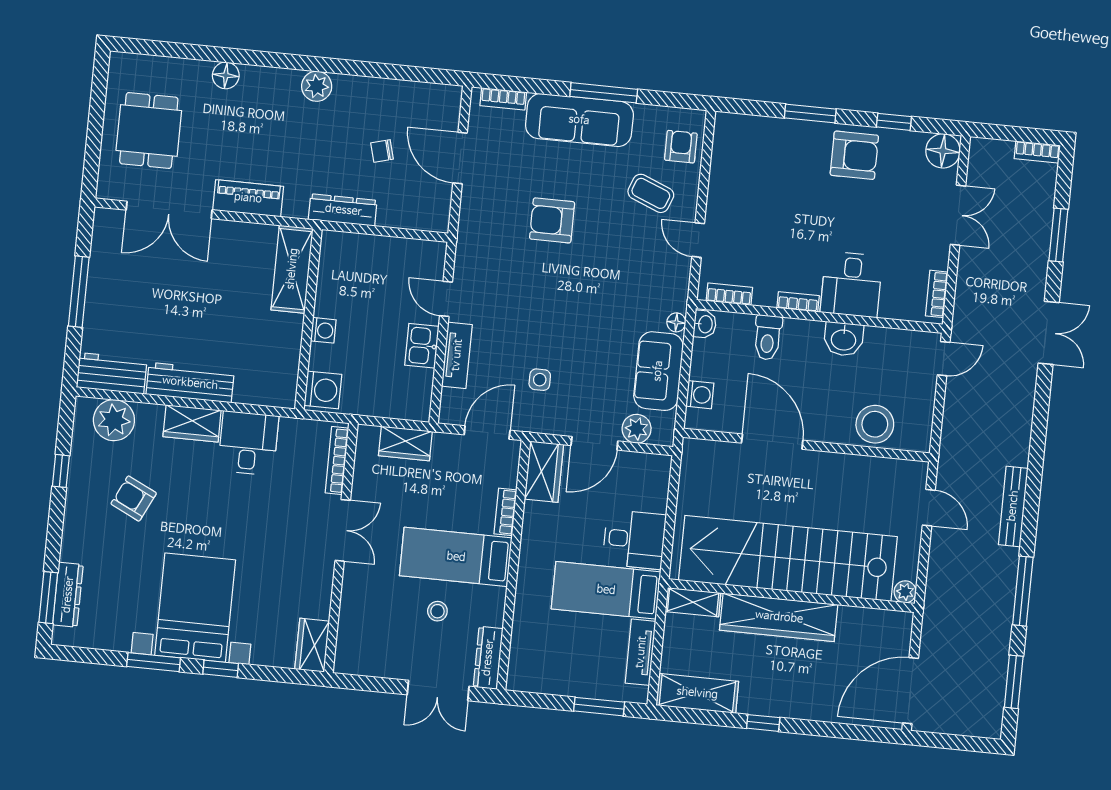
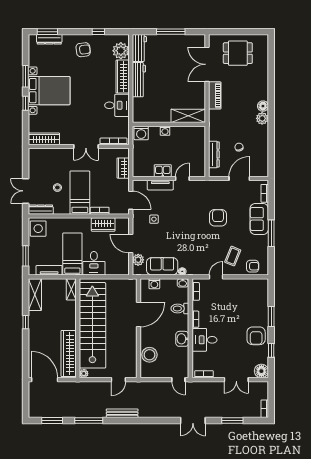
floor lamp: (226, 75) -> (263, 106), moved
sofa: (579, 120) -> (259, 219), width x0.73
dresser: (343, 210) -> (214, 154), moved
wardrobe: (192, 423) -> (123, 76), width x1.50
wardrobe: (544, 472) -> (103, 225), moved
armchair: (134, 499) -> (83, 50), moved, turned 57
wardrobe: (779, 617) -> (69, 354), moved
wardrobe: (312, 645) -> (44, 139), width x1.50
side table: (534, 669) -> (38, 229), added

